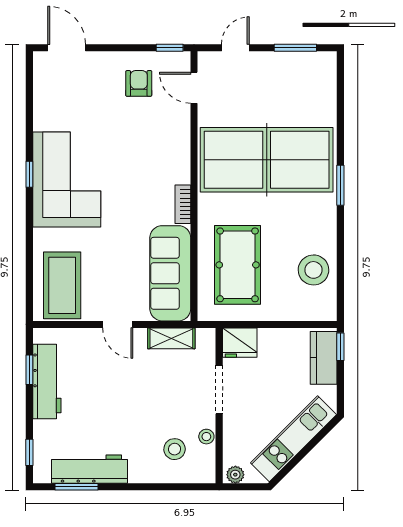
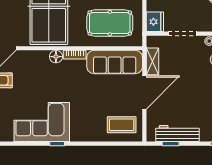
floor lamp: (180, 172) -> (56, 57), added
corner sofa: (67, 180) -> (42, 122), moved
coffee table: (62, 285) -> (122, 125), width x0.73, depth x0.76
door: (118, 324) -> (144, 92), width x1.87

